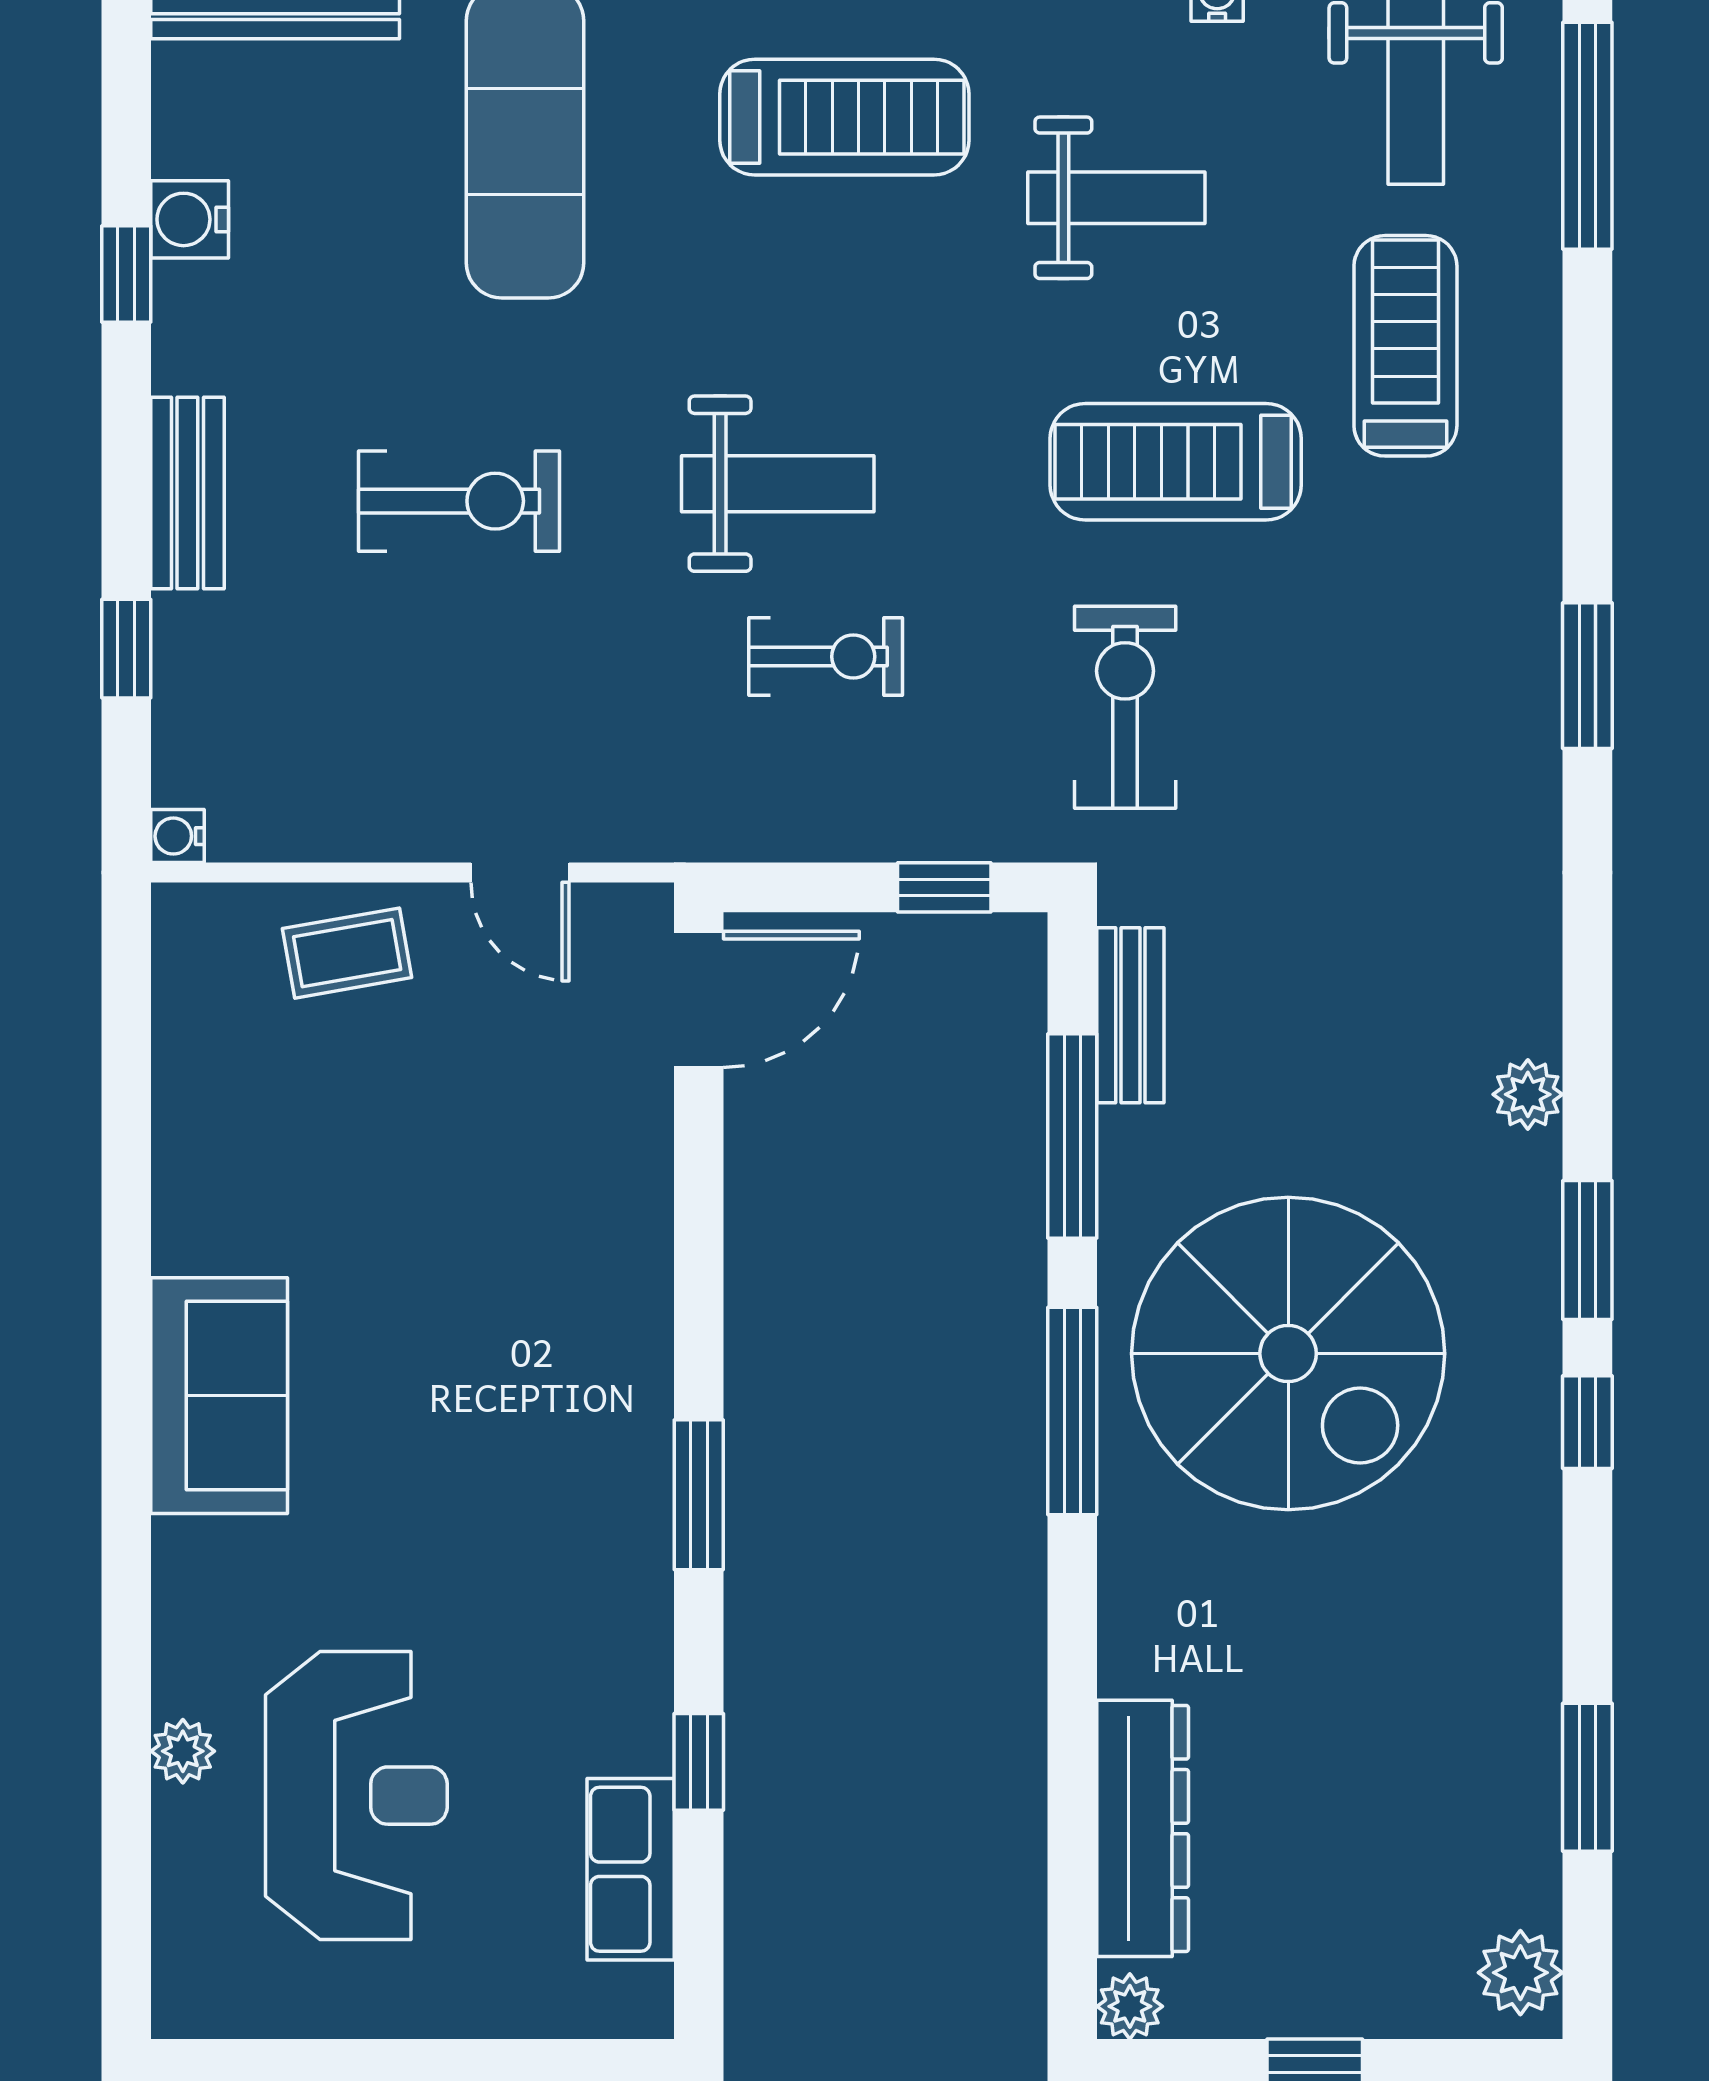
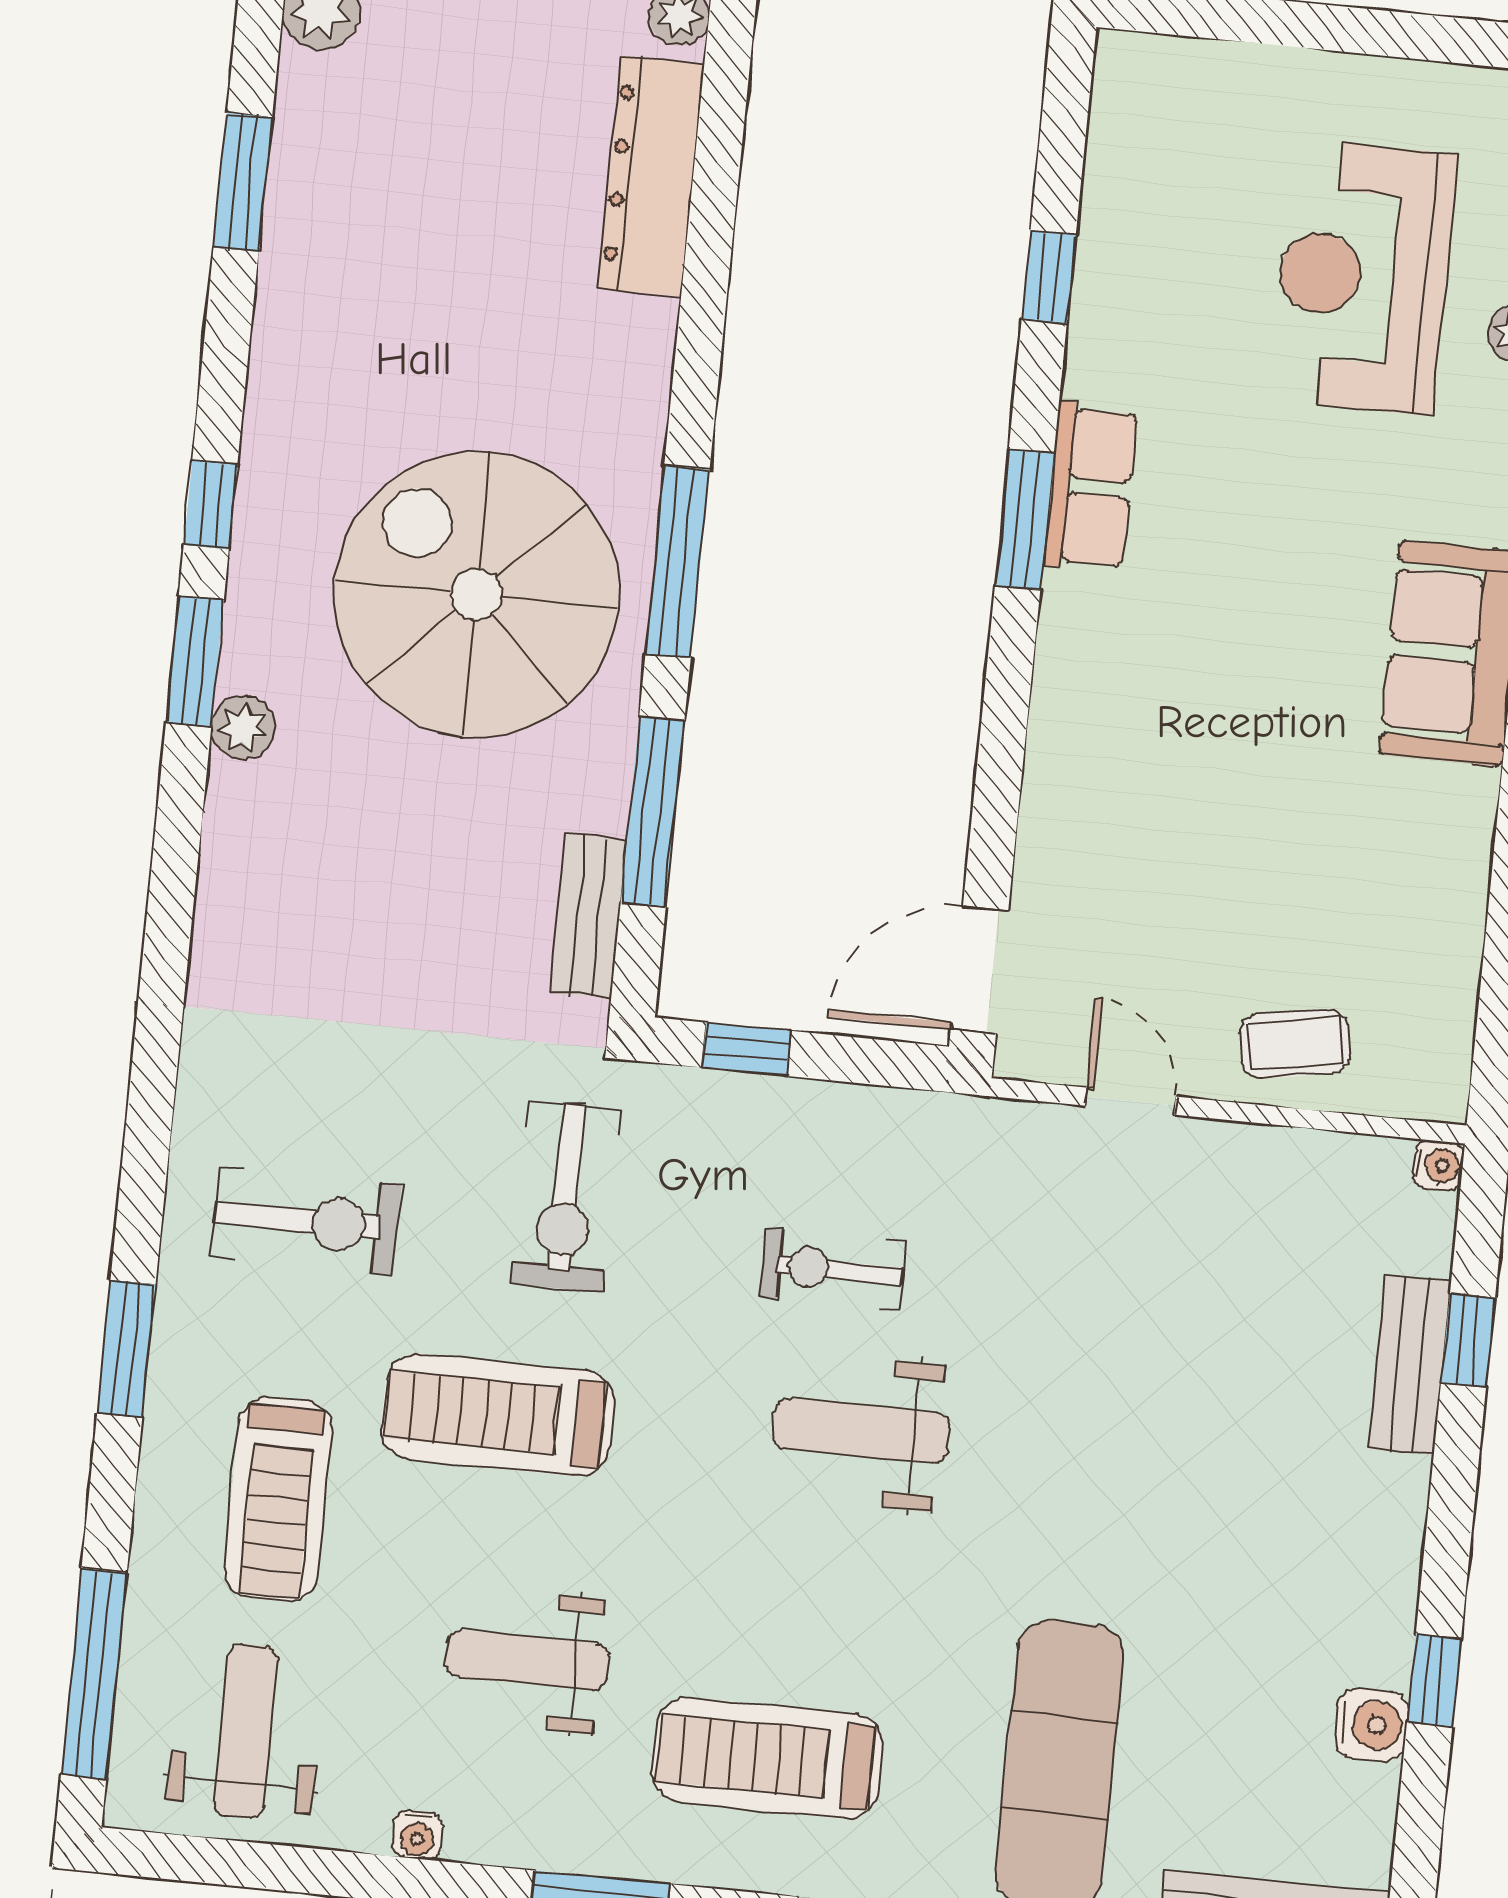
treadmill: (1176, 462) -> (497, 1415), turned 180
bench: (187, 493) -> (1409, 1365), moved
exercise bike: (459, 501) -> (306, 1221), moved, turned 180
window: (1587, 676) -> (126, 1348), moved
plant: (1528, 1094) -> (243, 727), moved
row of seats: (631, 1869) -> (1090, 487), moved

